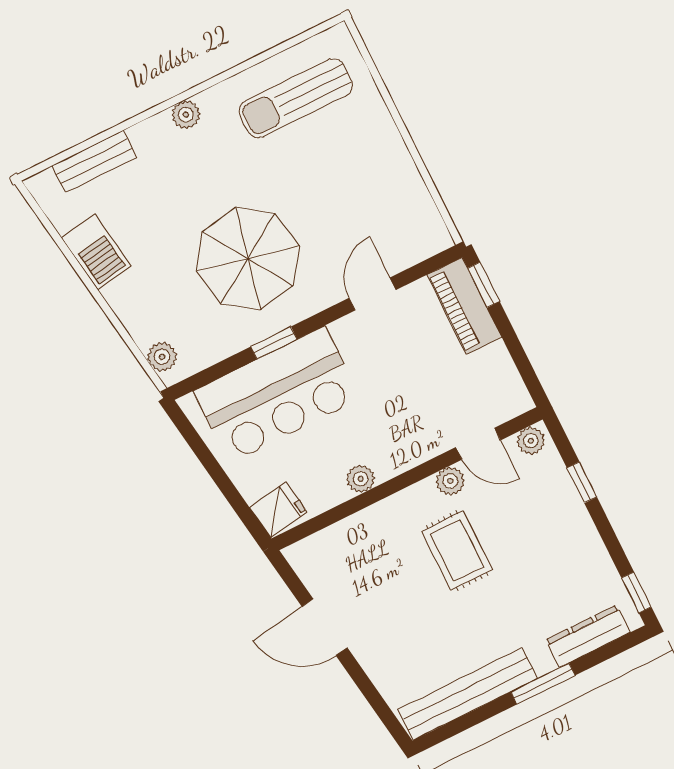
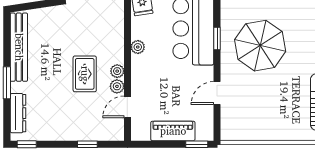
door: (373, 294) -> (217, 93), swing flipped
piano: (464, 306) -> (173, 131), moved
plant: (531, 441) -> (117, 71), moved
rug: (457, 551) -> (85, 74), turned 90

